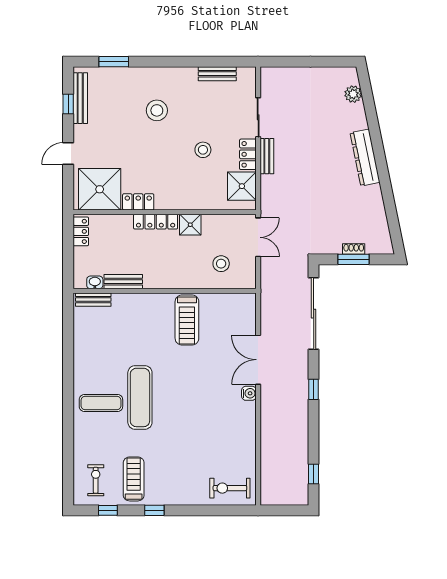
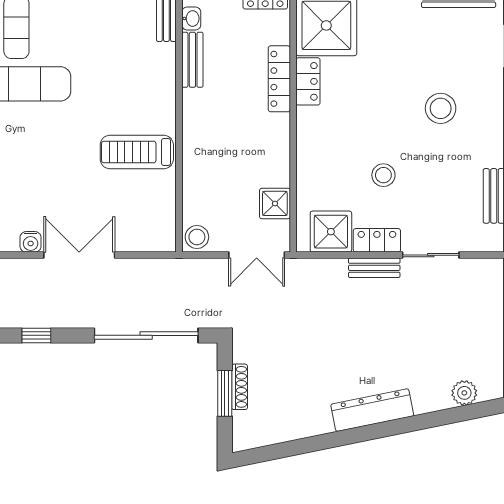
locker: (156, 222) -> (279, 79), moved
shower: (190, 225) -> (275, 203), moved
shoe rack: (354, 249) -> (240, 387), width x1.43
stool: (221, 264) -> (197, 237), moved

